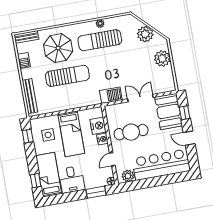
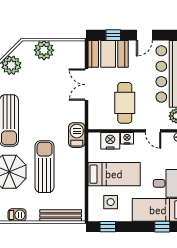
barbecue: (111, 95) -> (77, 135), moved

